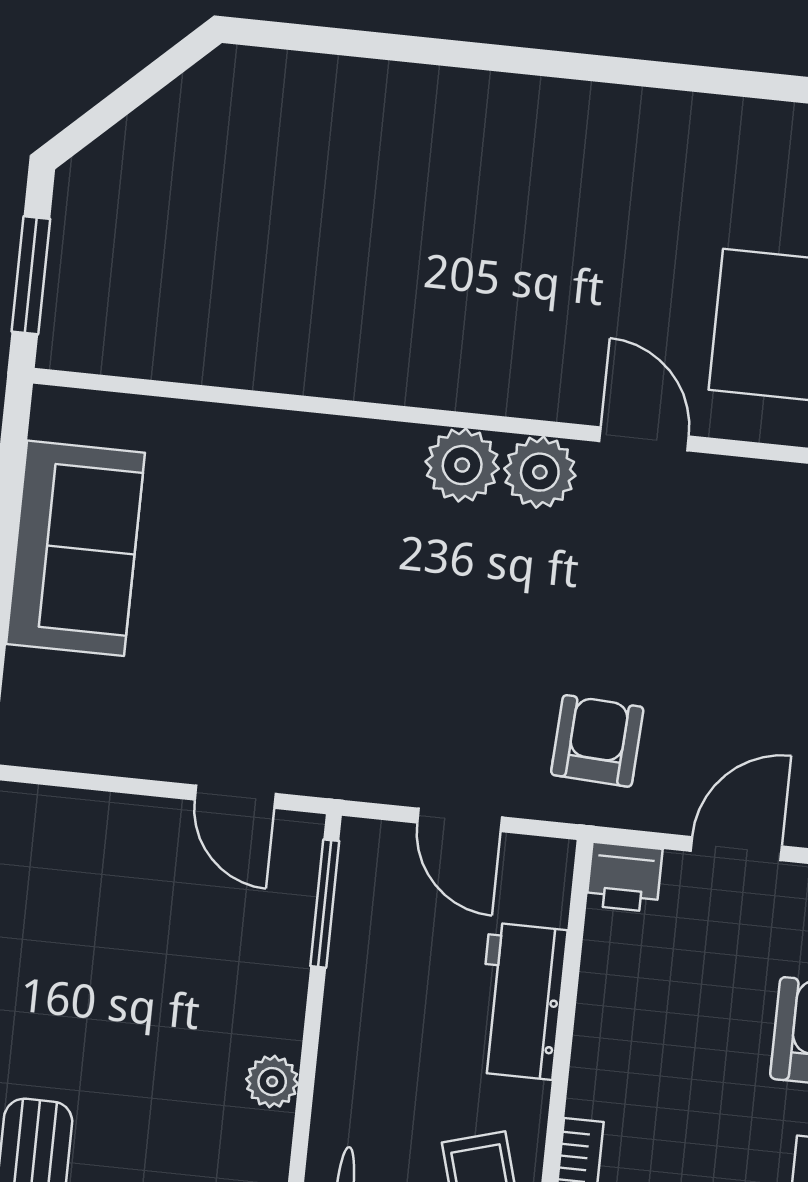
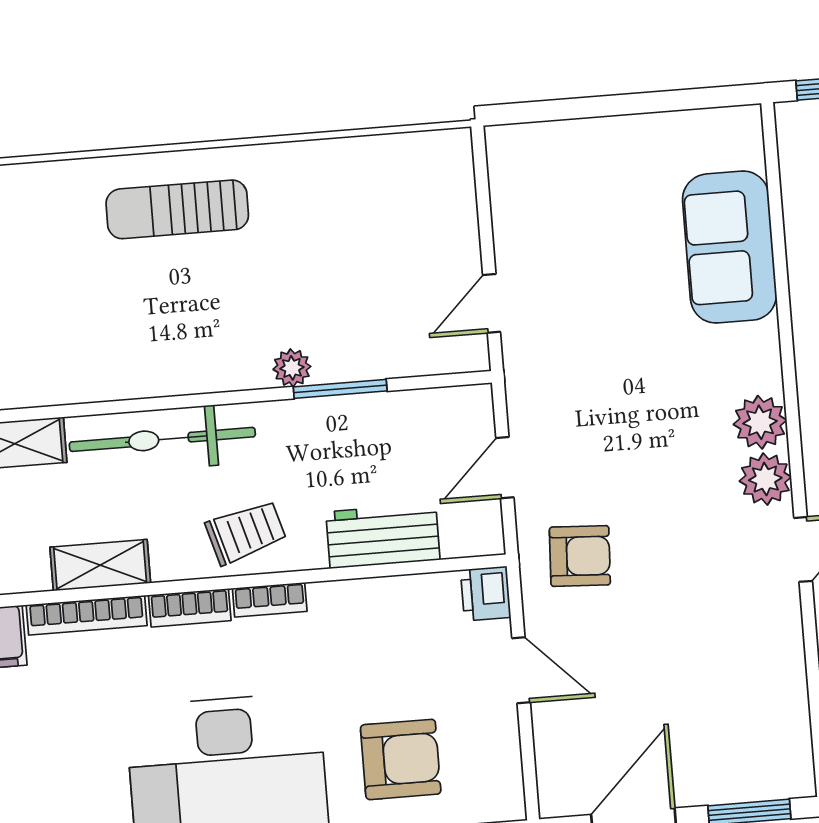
sofa: (75, 548) -> (730, 247), moved, turned 90
window: (325, 904) -> (340, 389), moved

